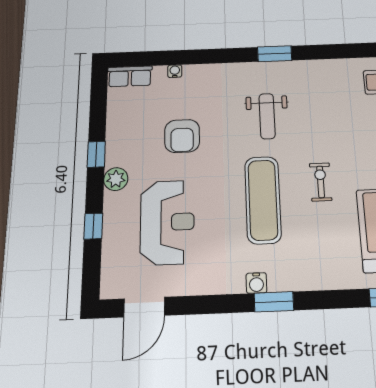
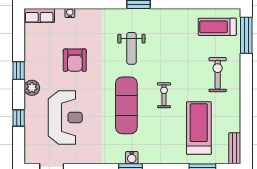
water cooler: (256, 283) -> (132, 158), moved

